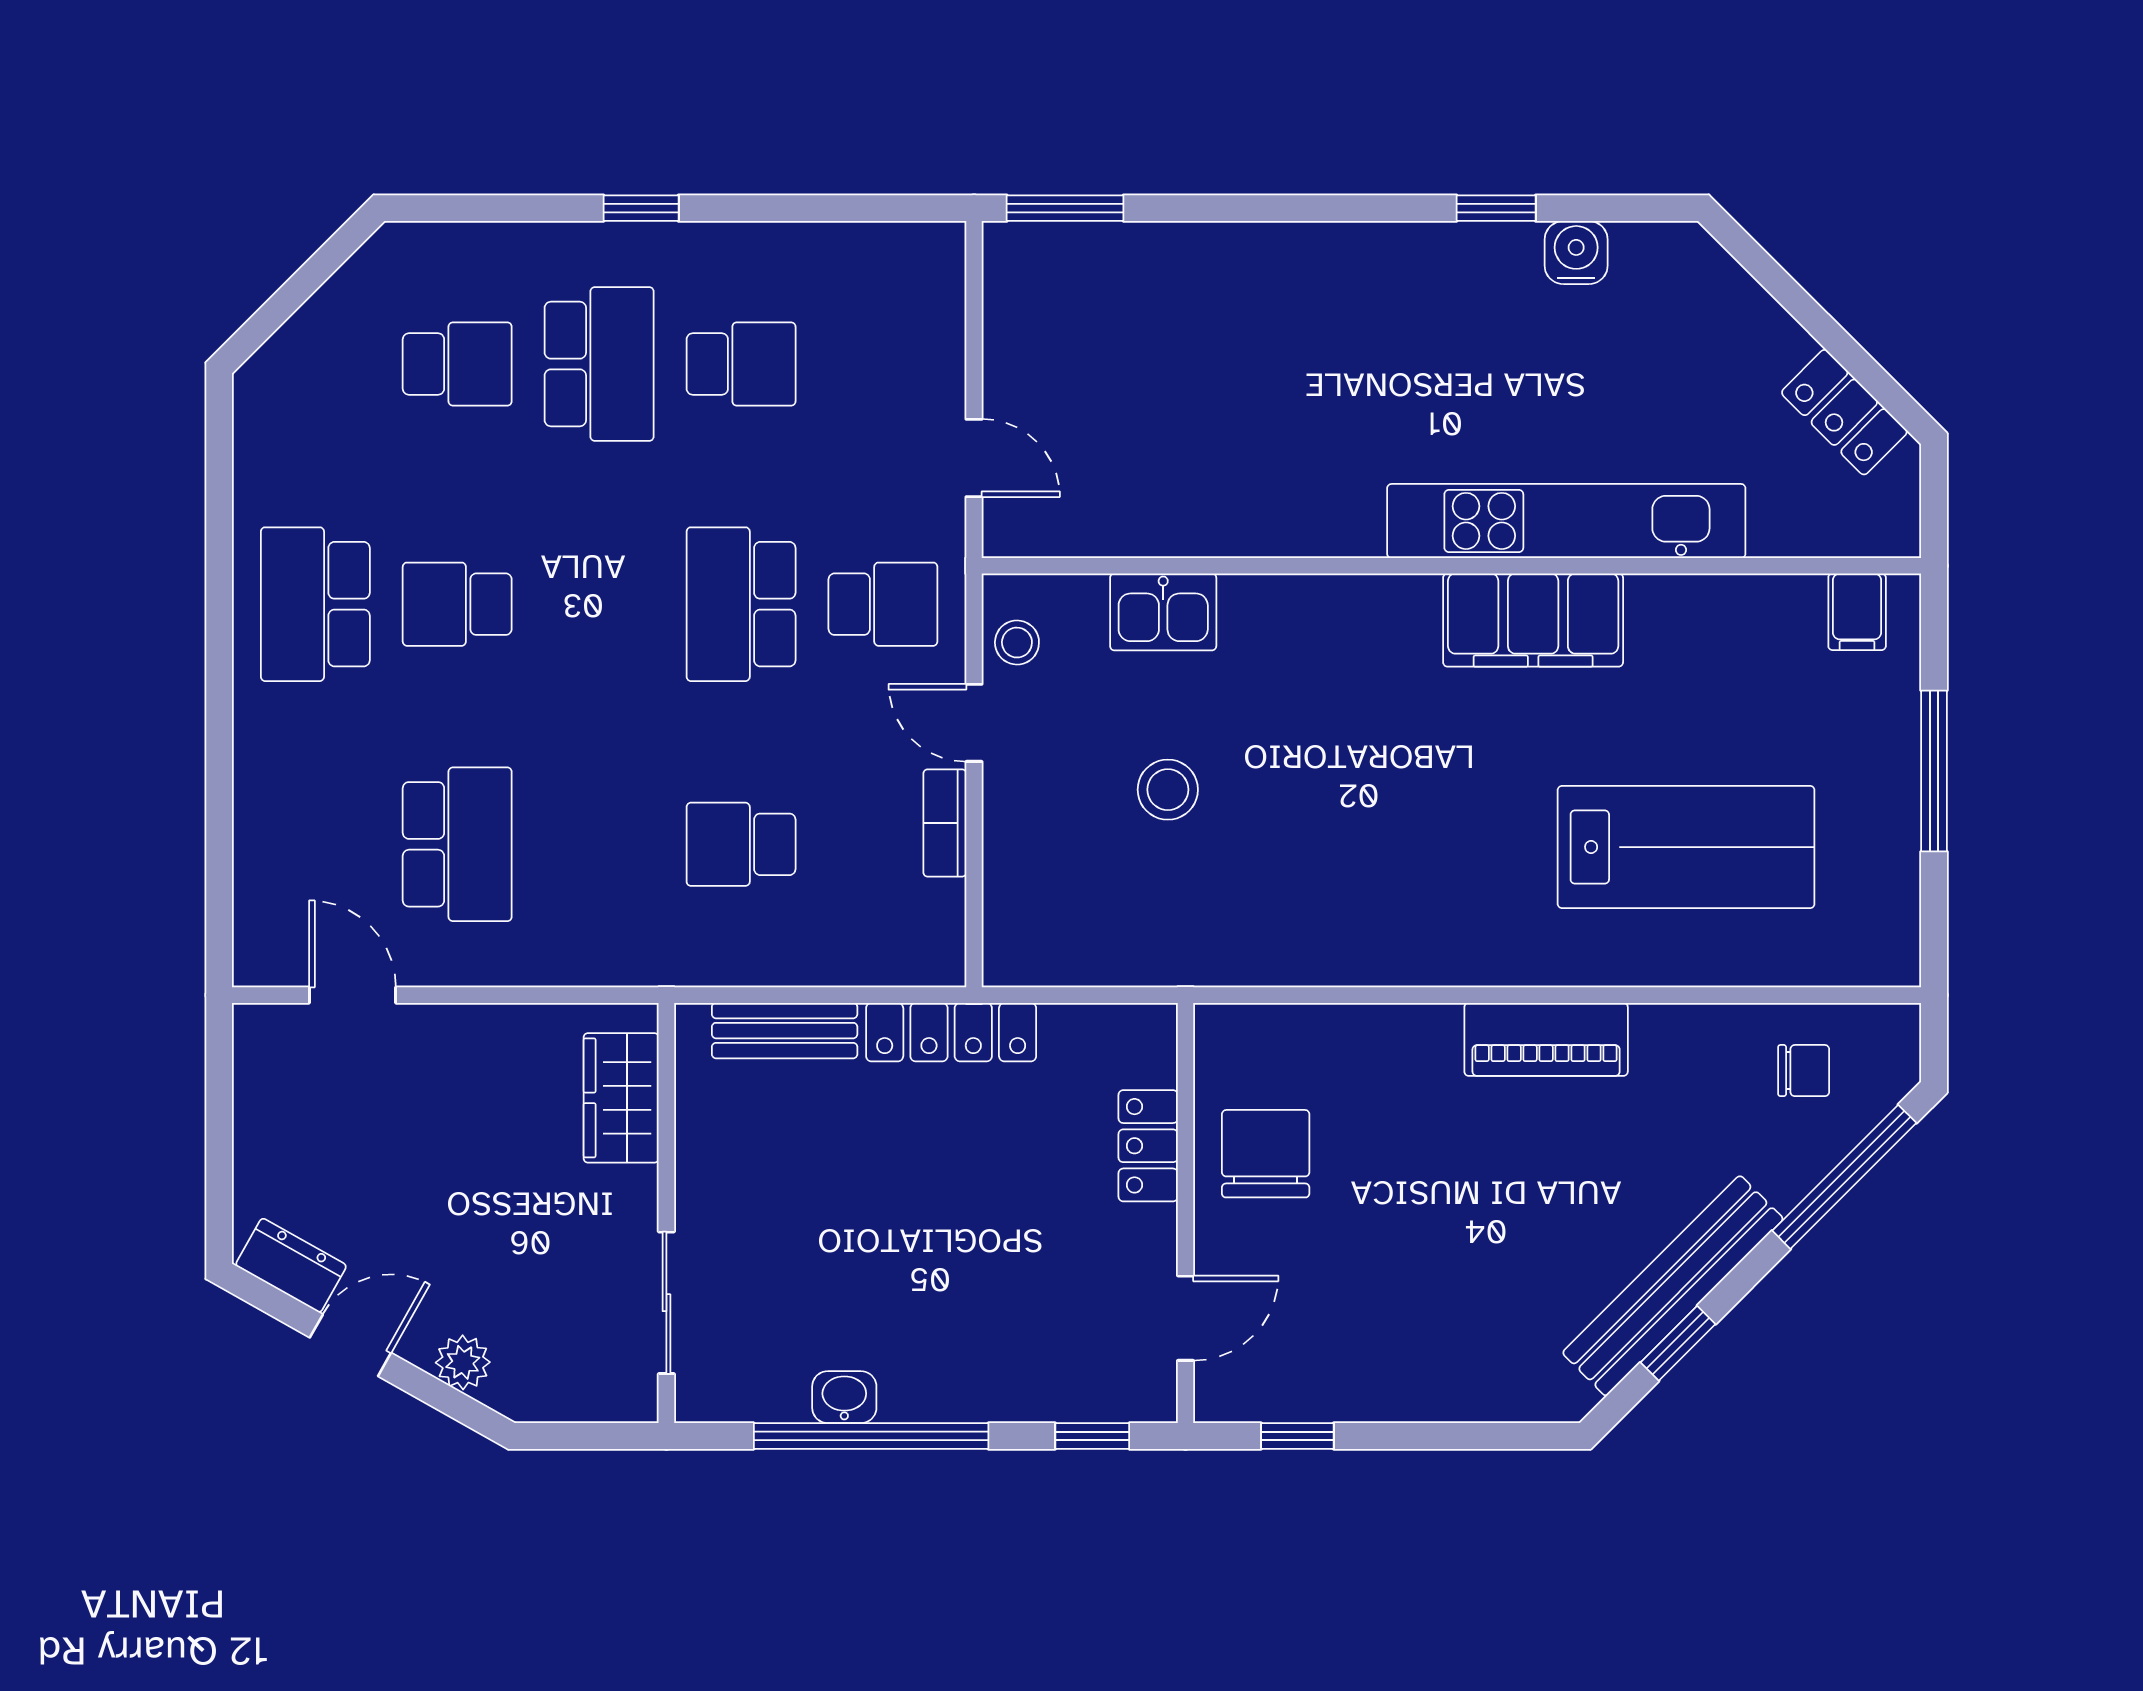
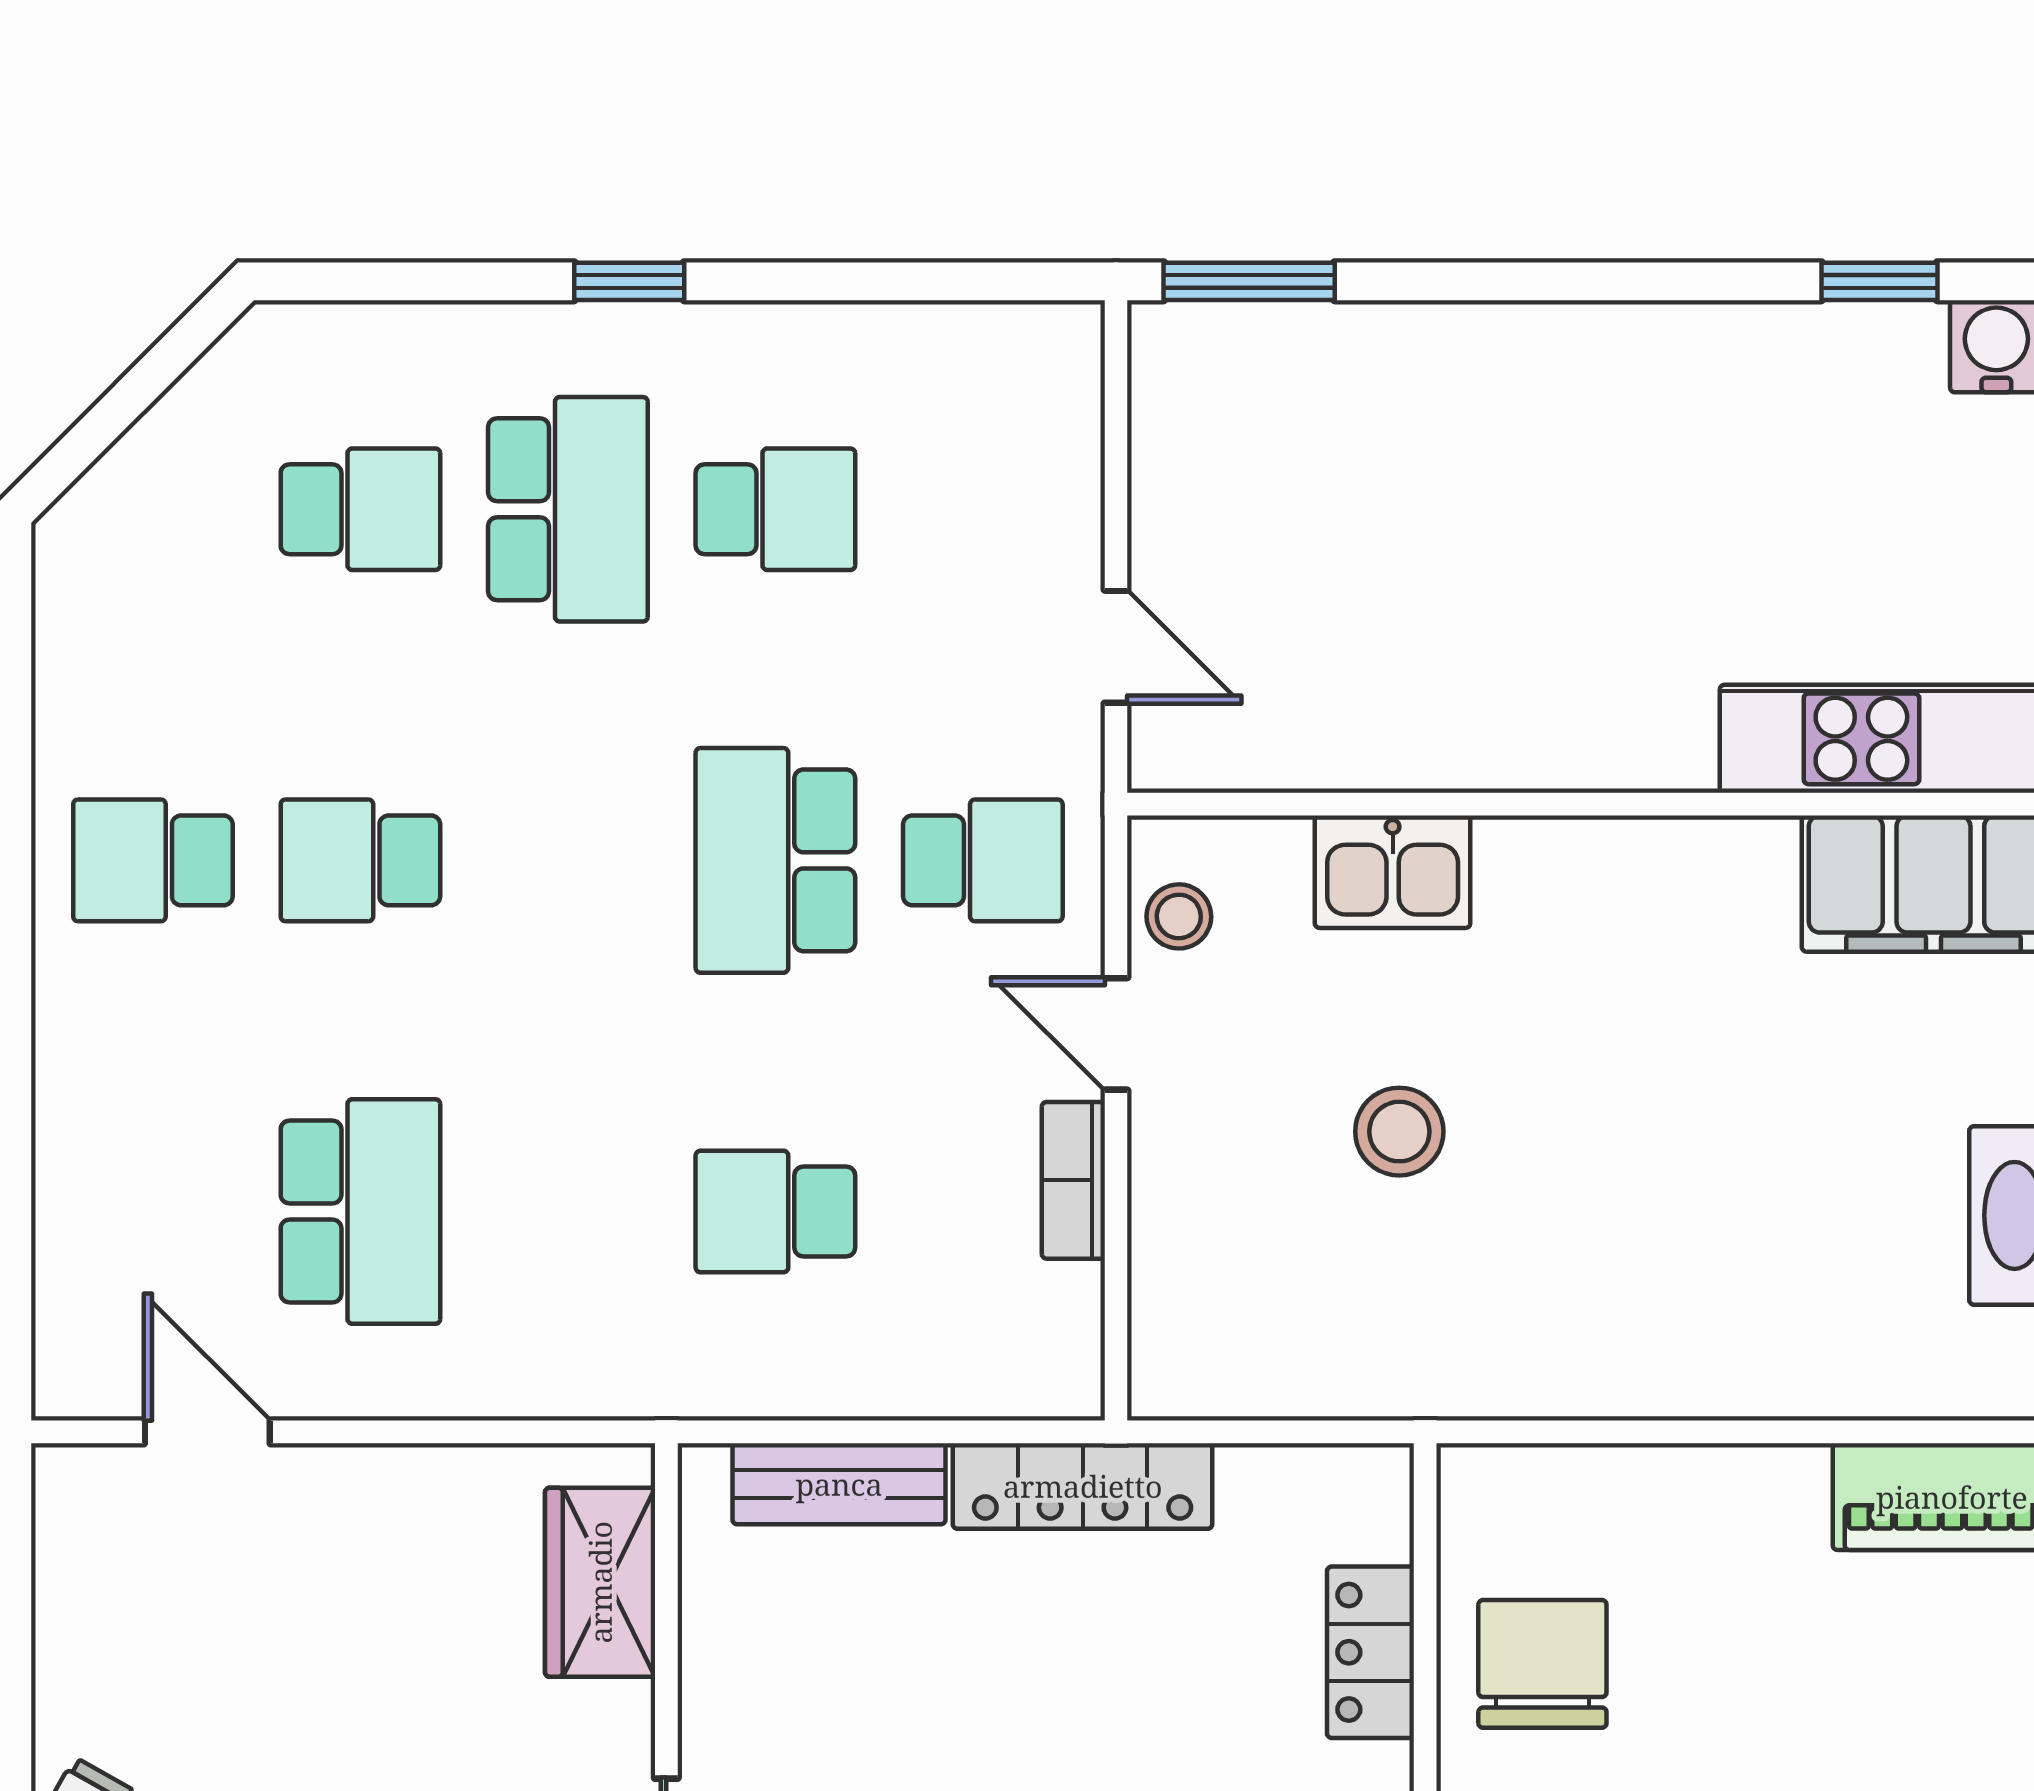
school desk: (315, 604) -> (153, 860), width x0.54

